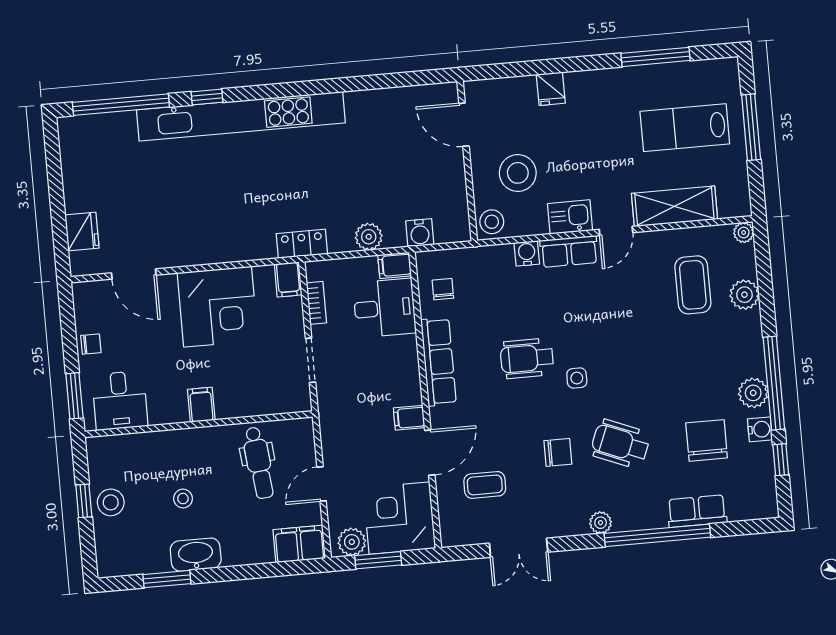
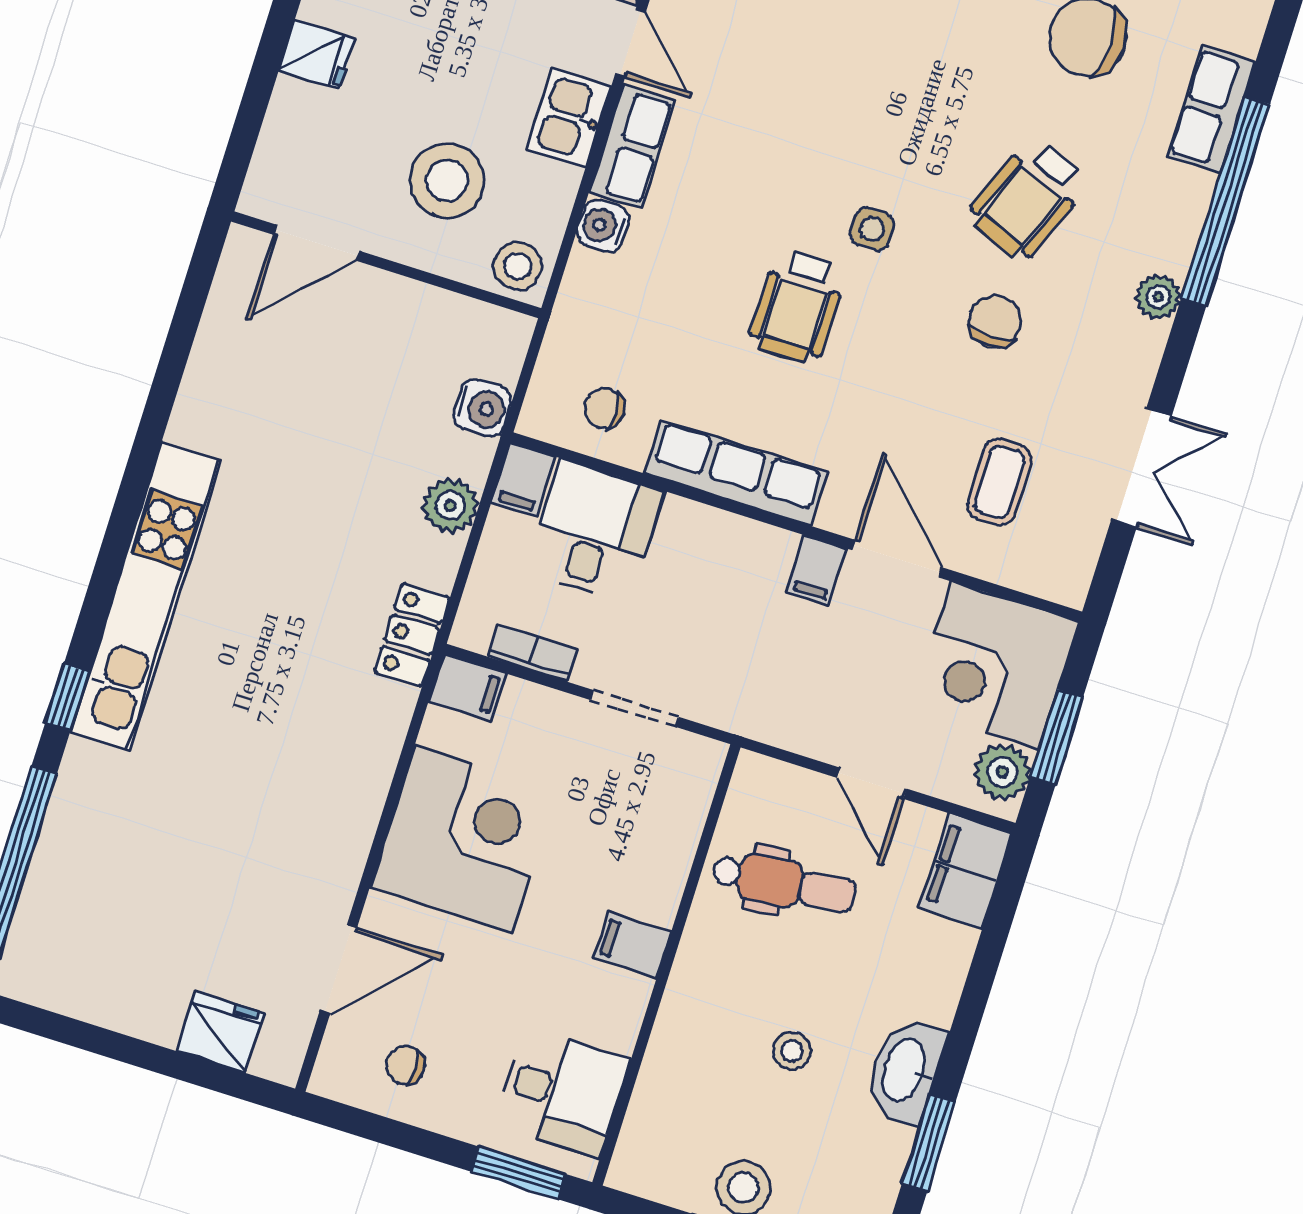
kitchen unit: (241, 116) -> (146, 597), width x0.73
chair: (91, 344) -> (405, 1065), moved, turned -90

